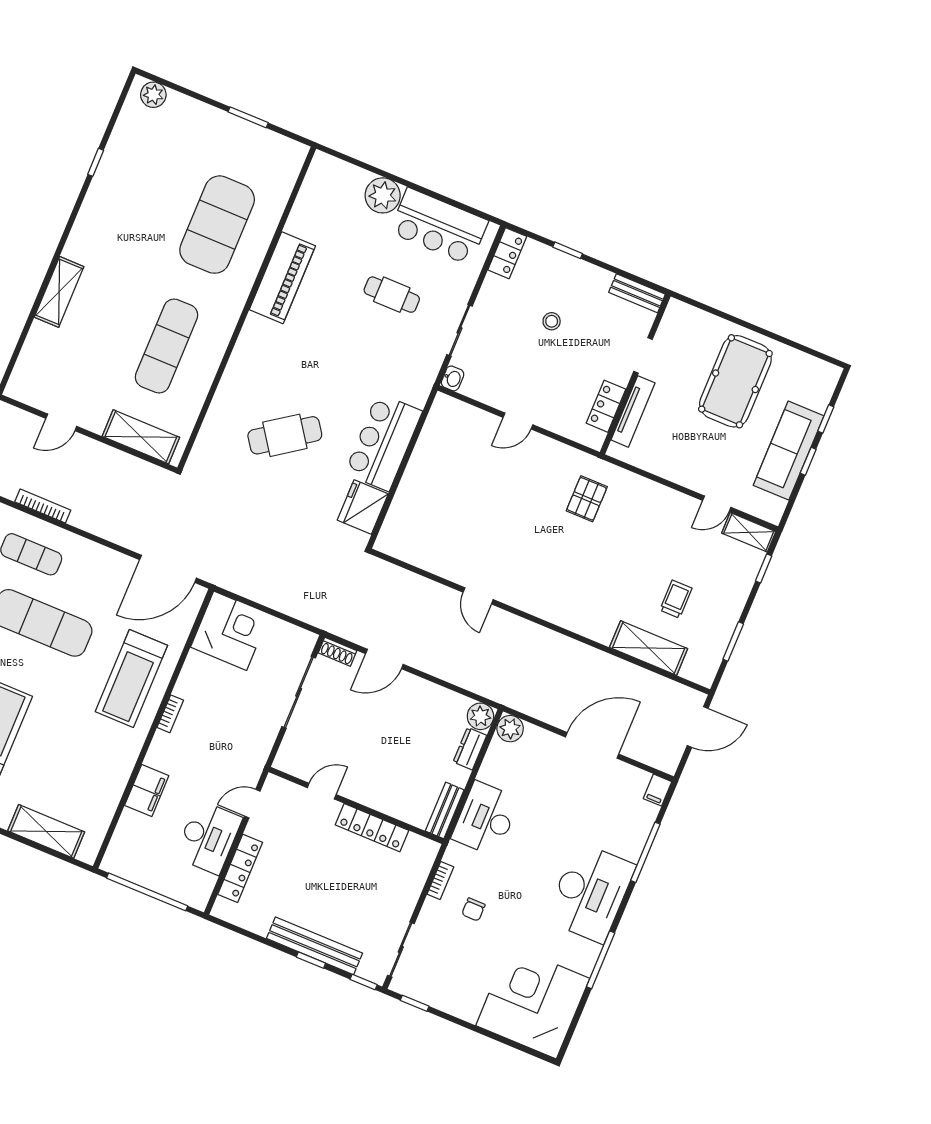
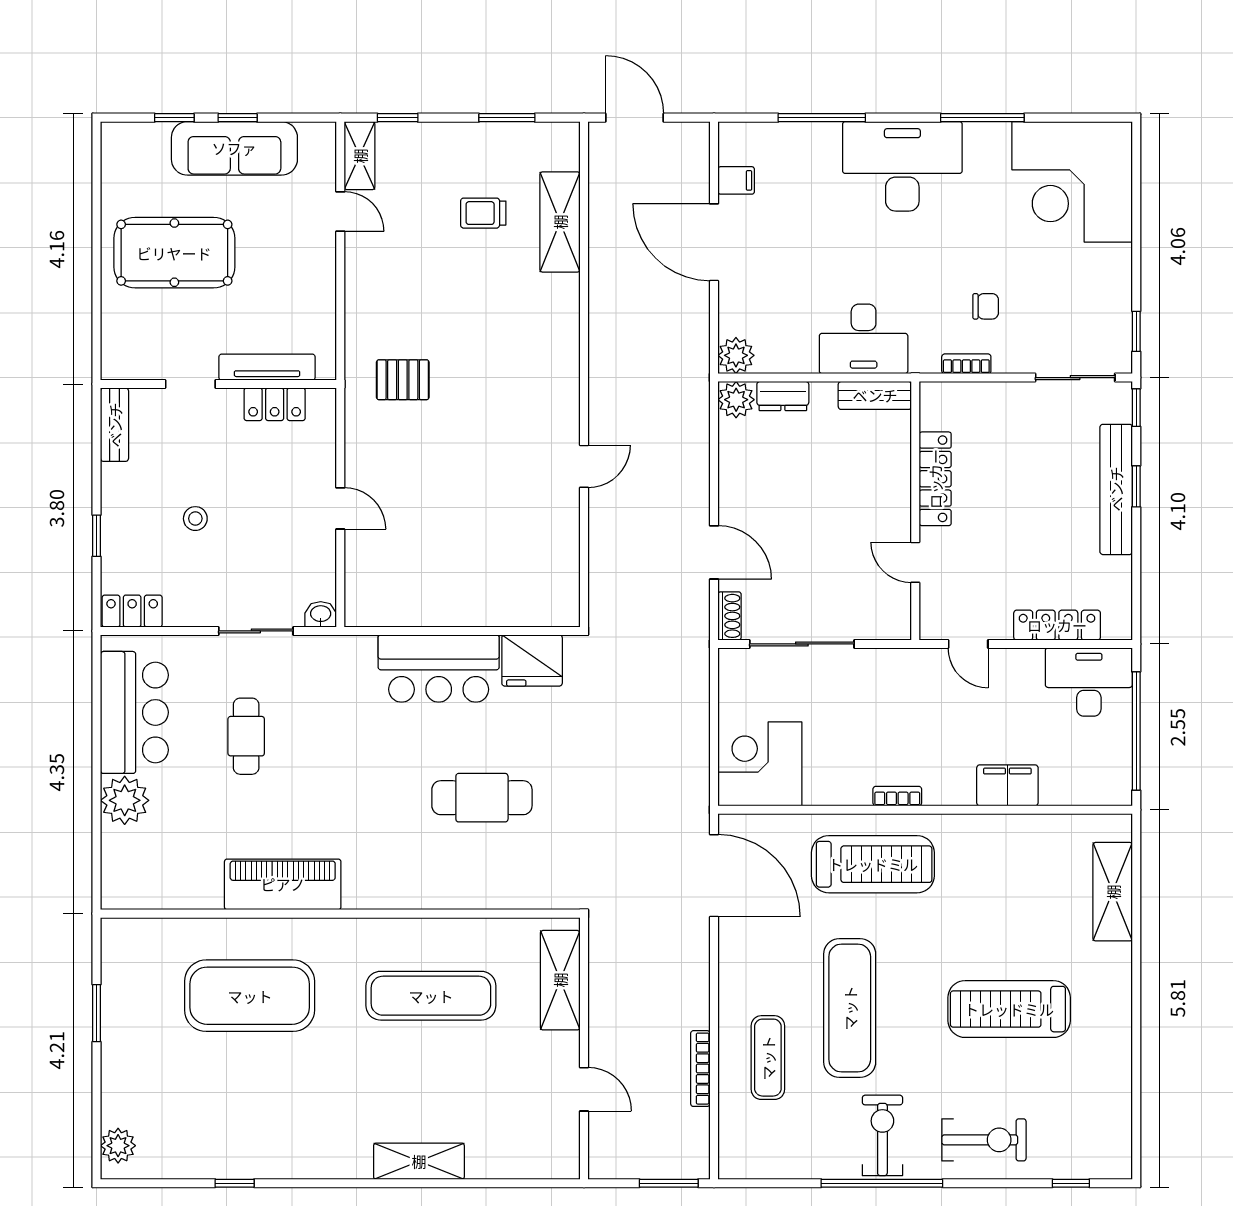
cafe table: (285, 435) -> (482, 798), turned -55
filing cabinet: (657, 790) -> (736, 180), moved
desk: (208, 837) -> (1089, 682), moved

